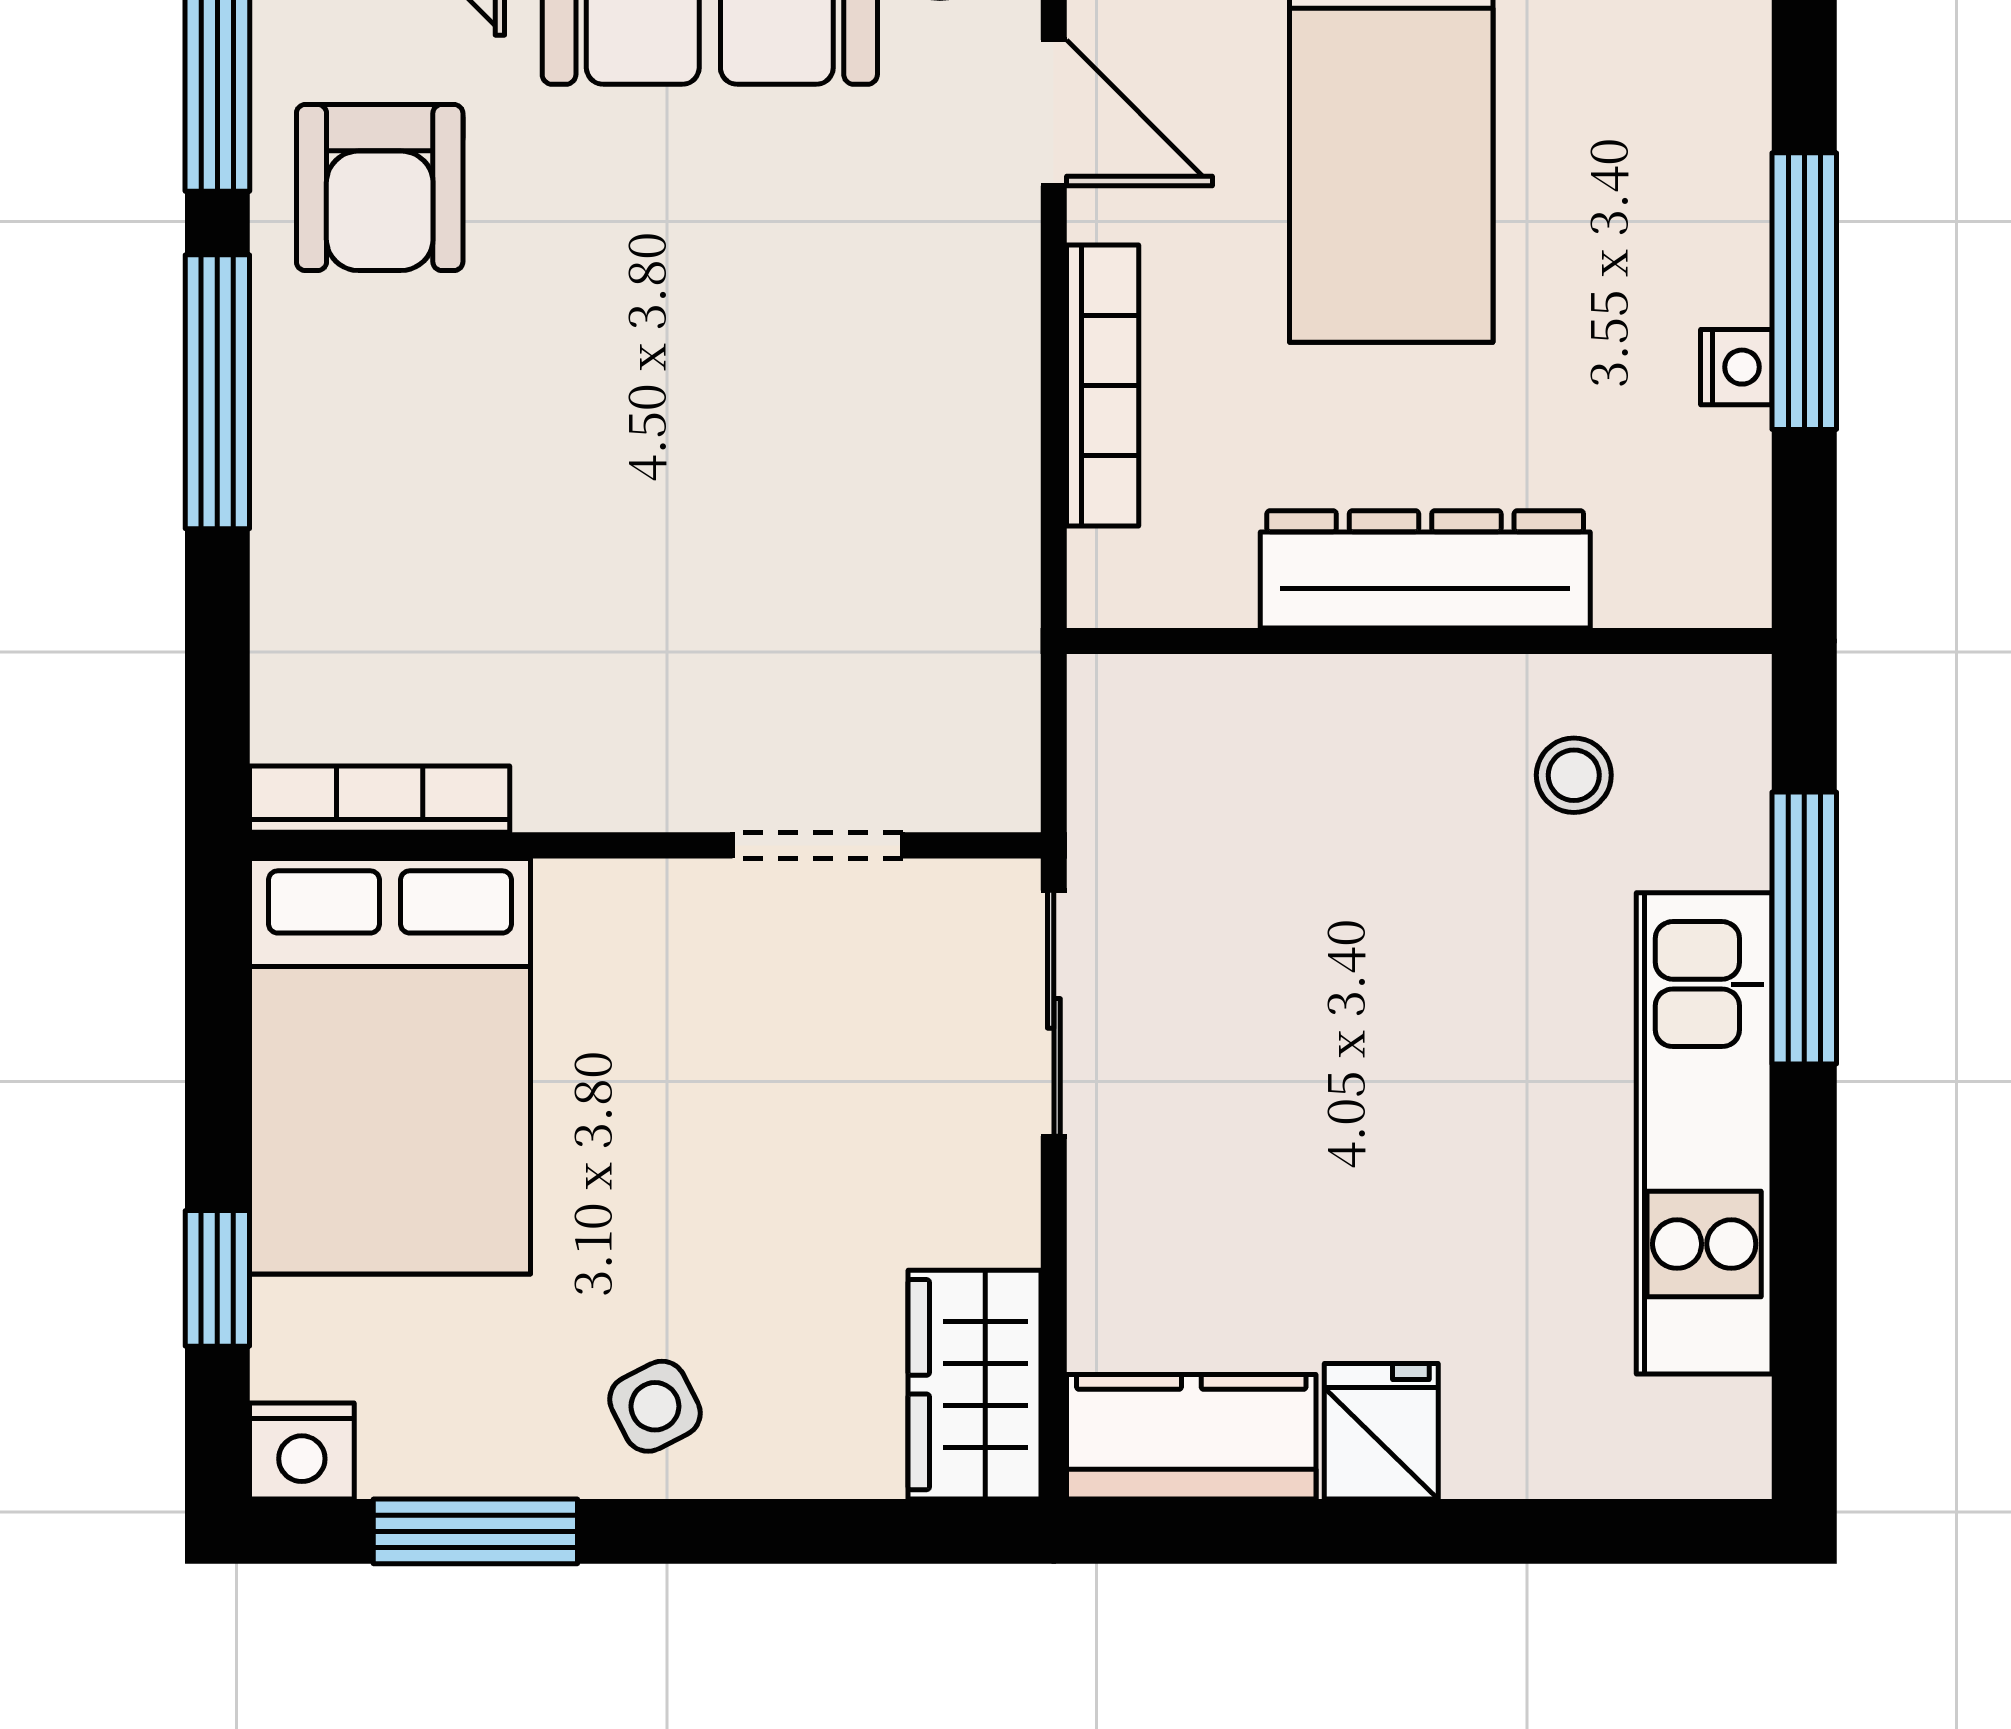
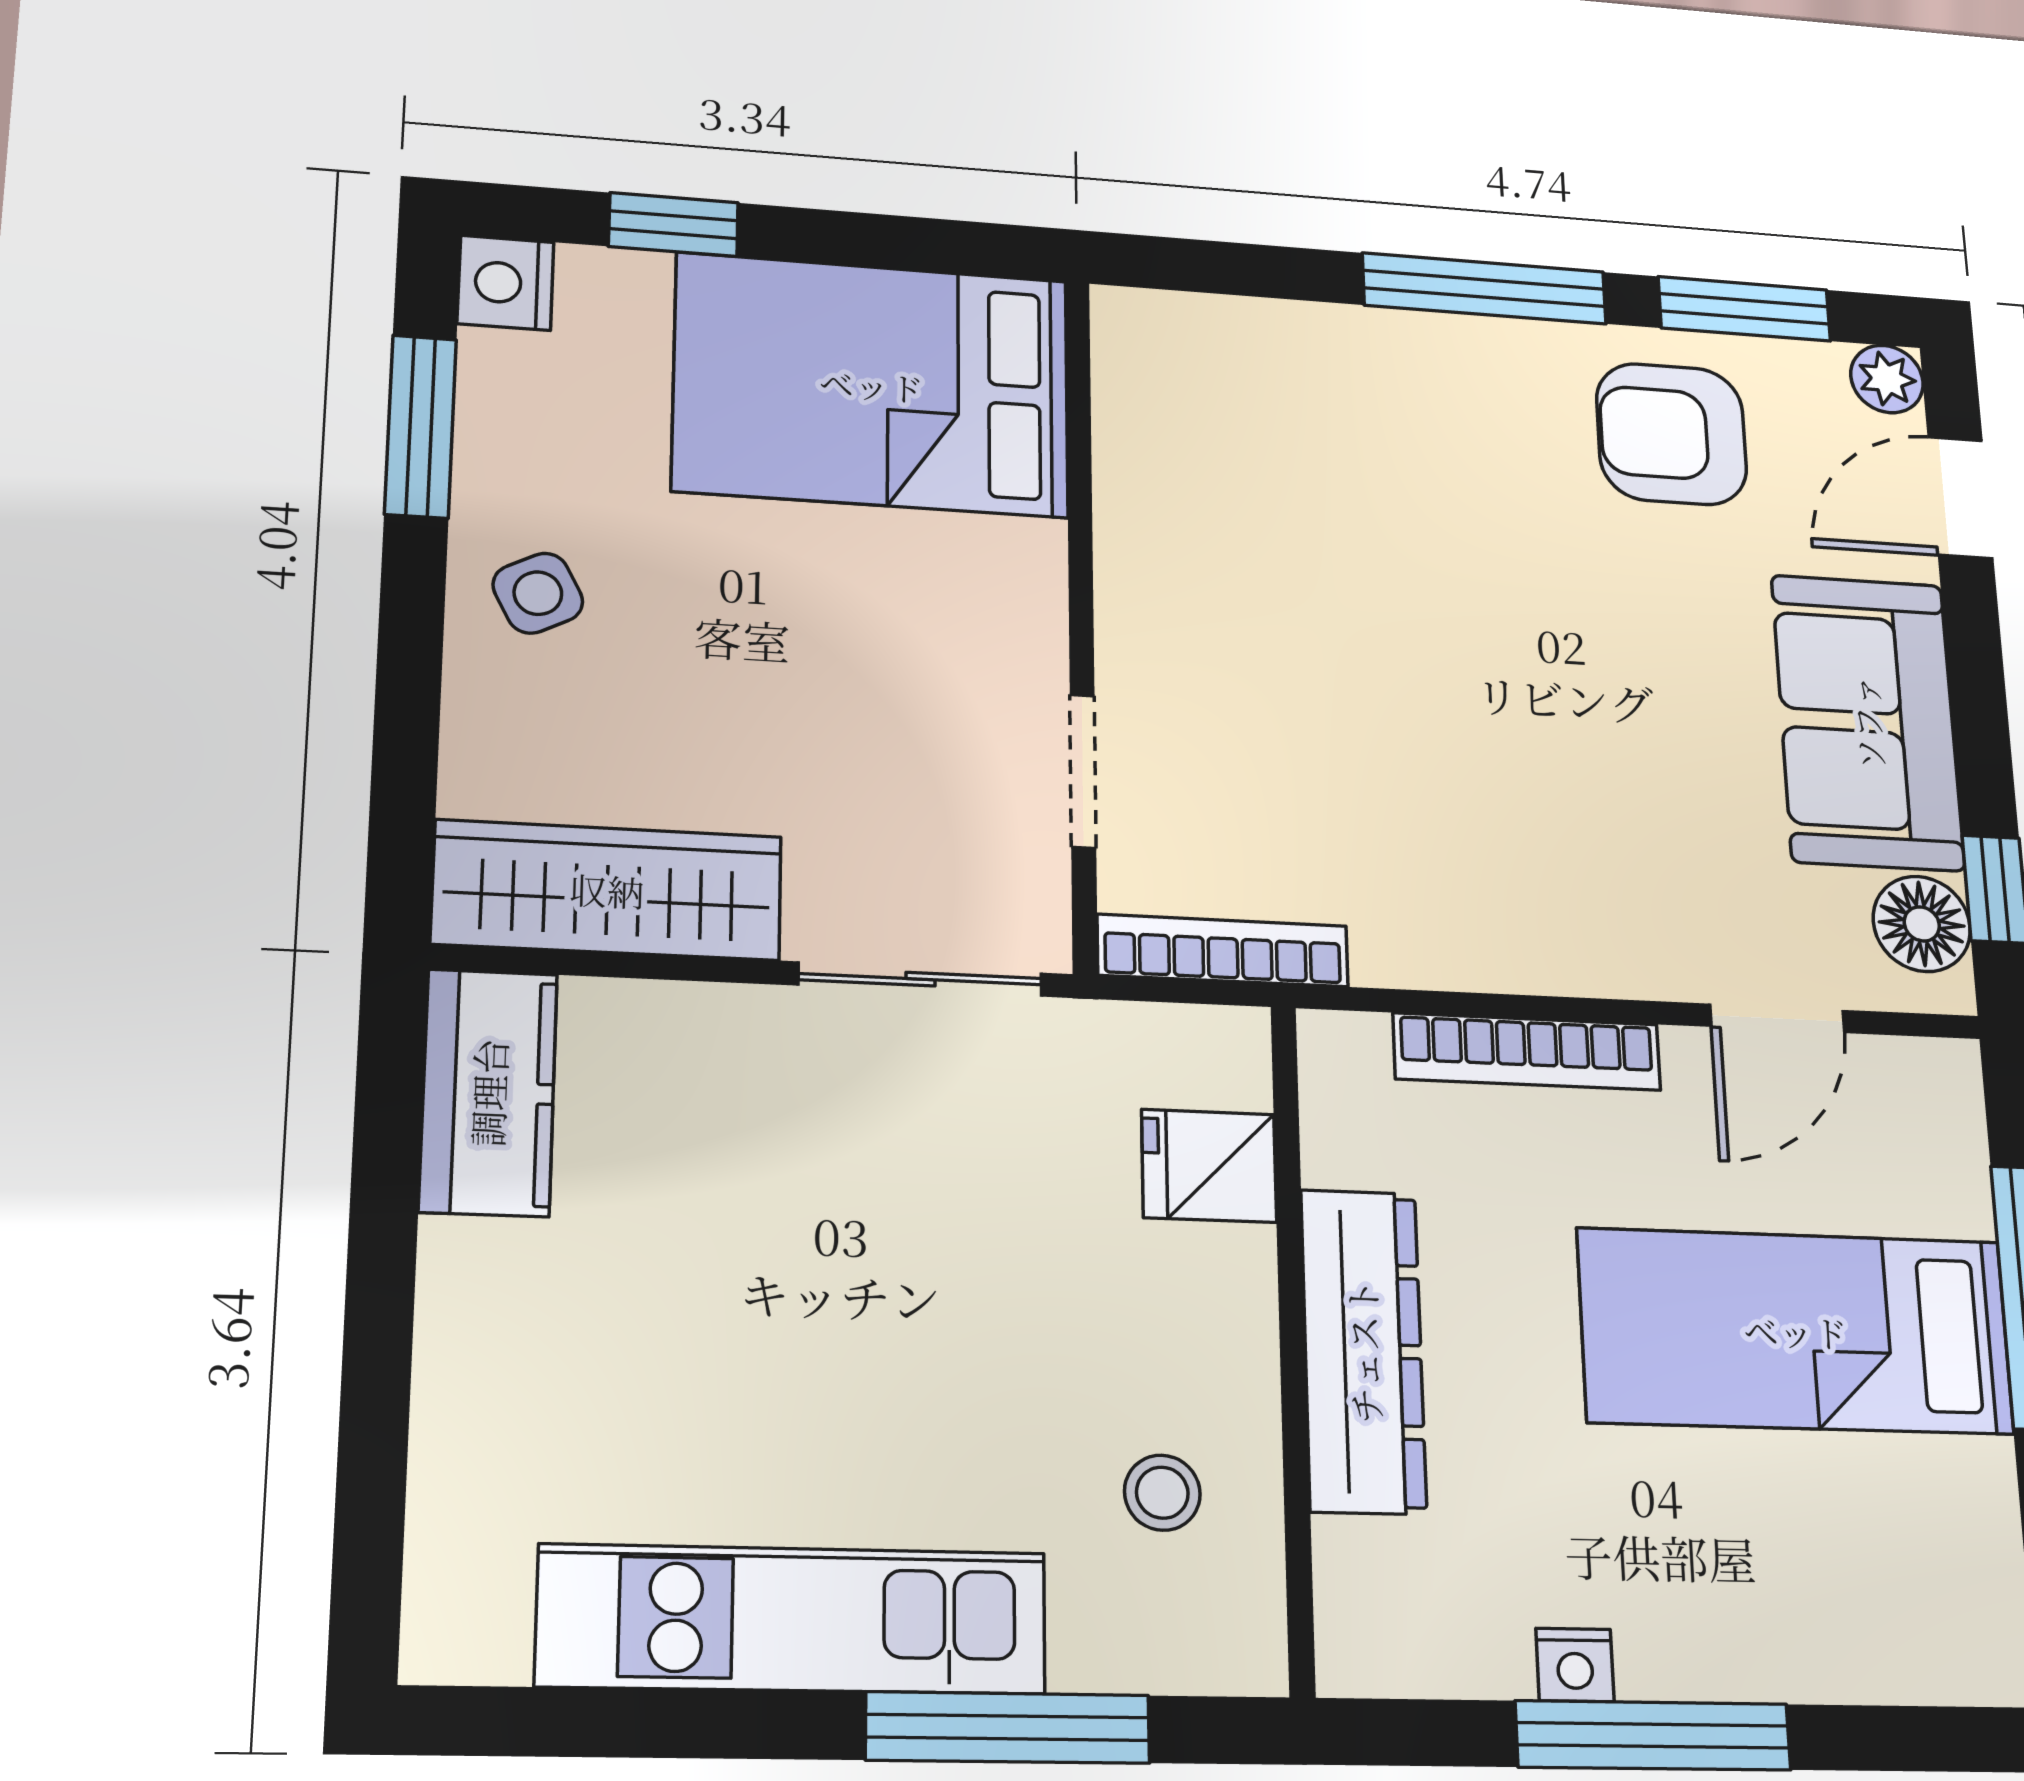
bookcase: (380, 799) -> (1223, 950), moved, turned -90
wardrobe: (975, 1385) -> (607, 890), width x1.50
fridge: (1381, 1431) -> (1209, 1166), moved, turned 180

